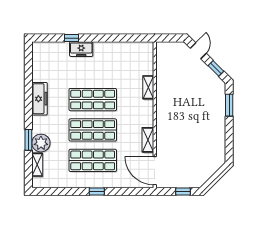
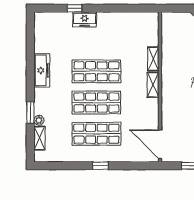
shelving: (148, 140) -> (153, 85), moved
plant: (41, 143) -> (39, 120), width x0.53, depth x0.53

